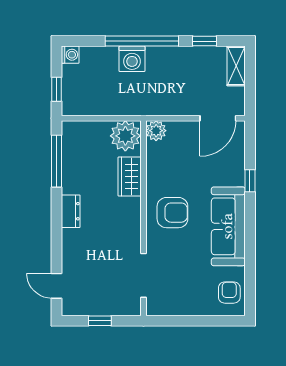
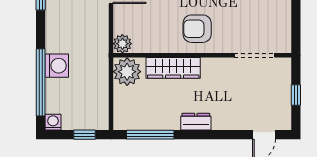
window: (142, 41) -> (41, 82), moved
wardrobe: (130, 176) -> (173, 68), width x1.50
armchair: (172, 213) -> (197, 29), turned -90

